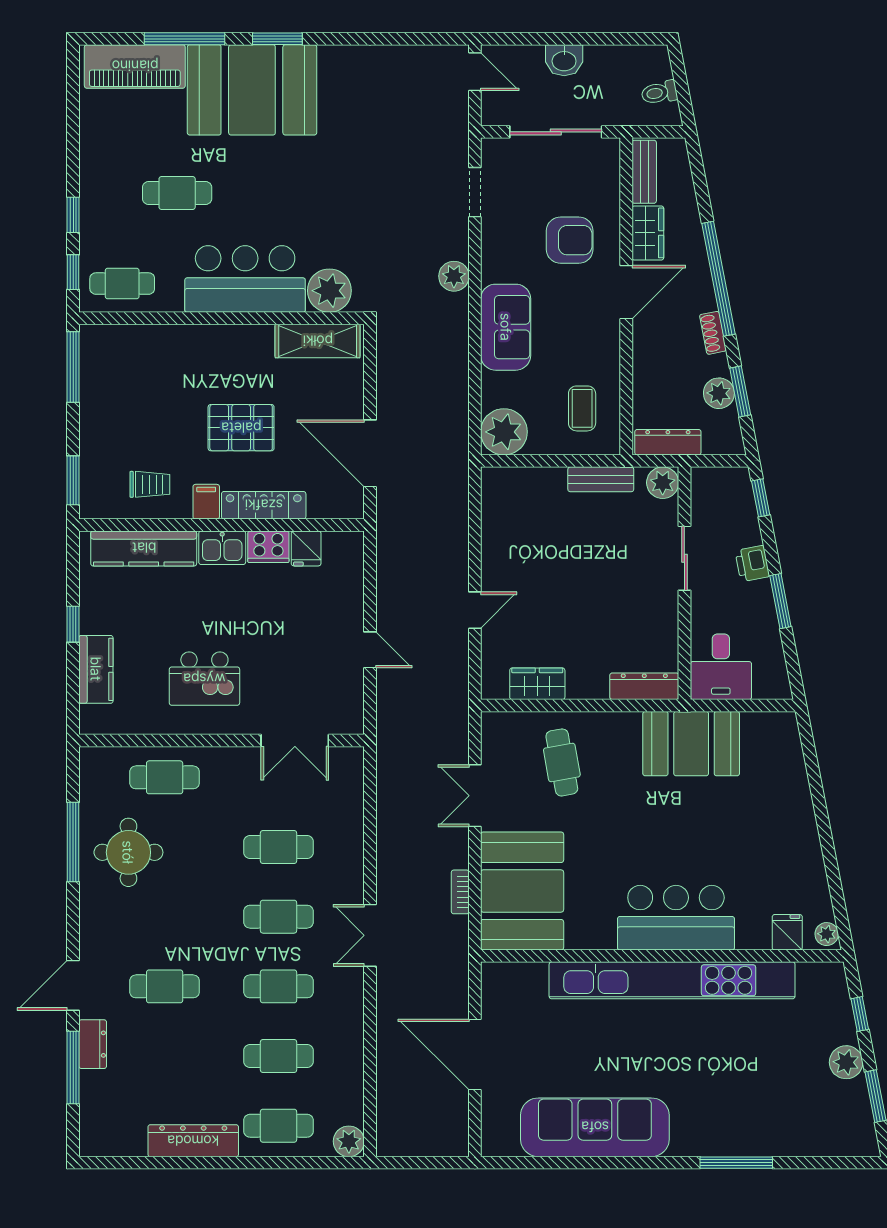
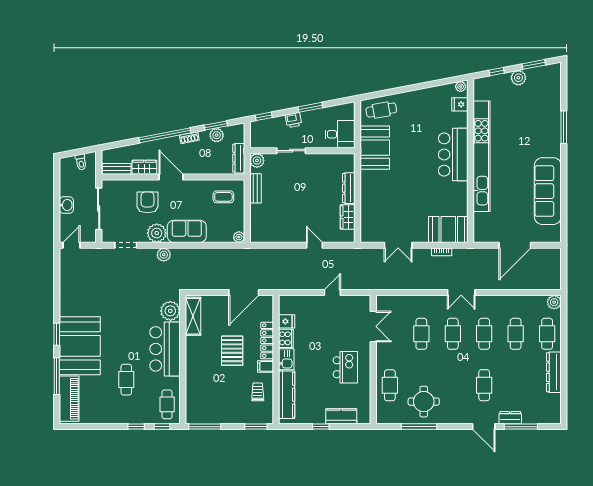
plant: (502, 261) -> (157, 233), added
plant: (504, 432) -> (239, 237), width x0.53, depth x0.53
dresser: (644, 686) -> (349, 188), moved
cafe table: (562, 762) -> (381, 110), moved
booth: (522, 891) -> (448, 229), width x0.73, depth x0.70

